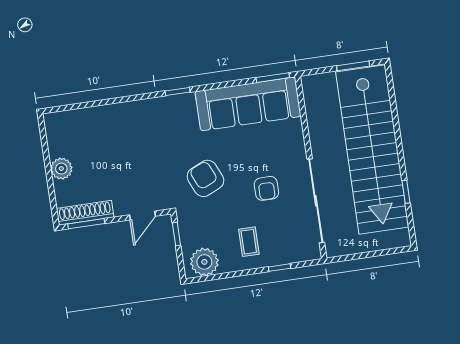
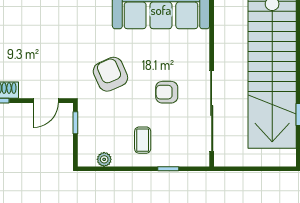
armchair: (266, 188) -> (167, 92), turned 90
plant: (204, 262) -> (104, 159), width x0.53, depth x0.53

